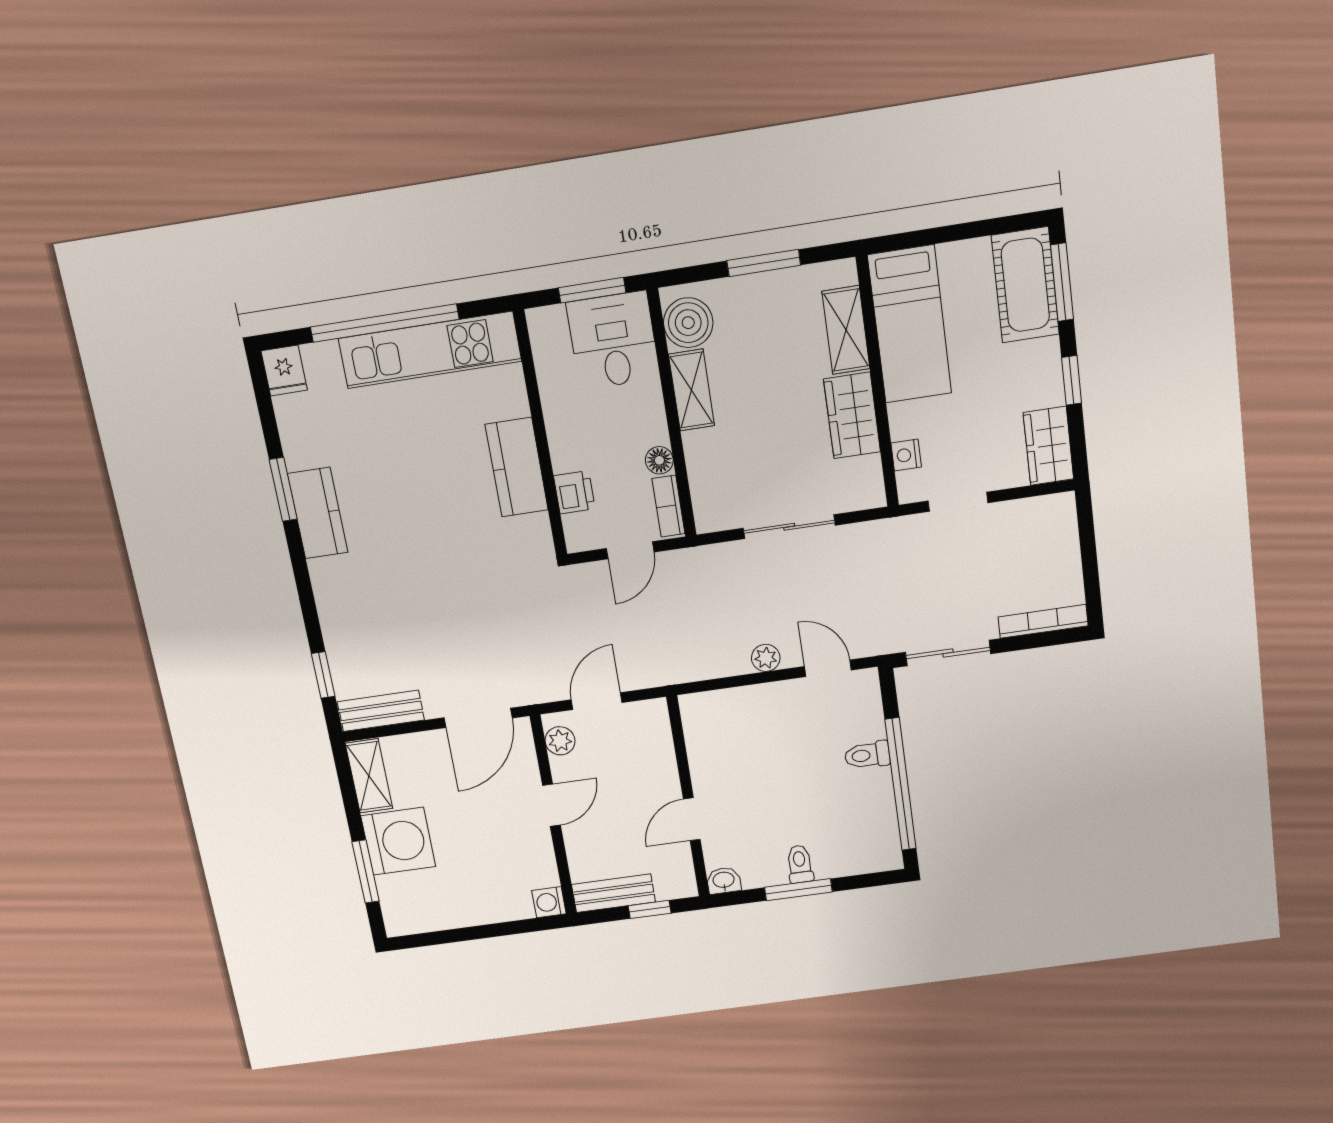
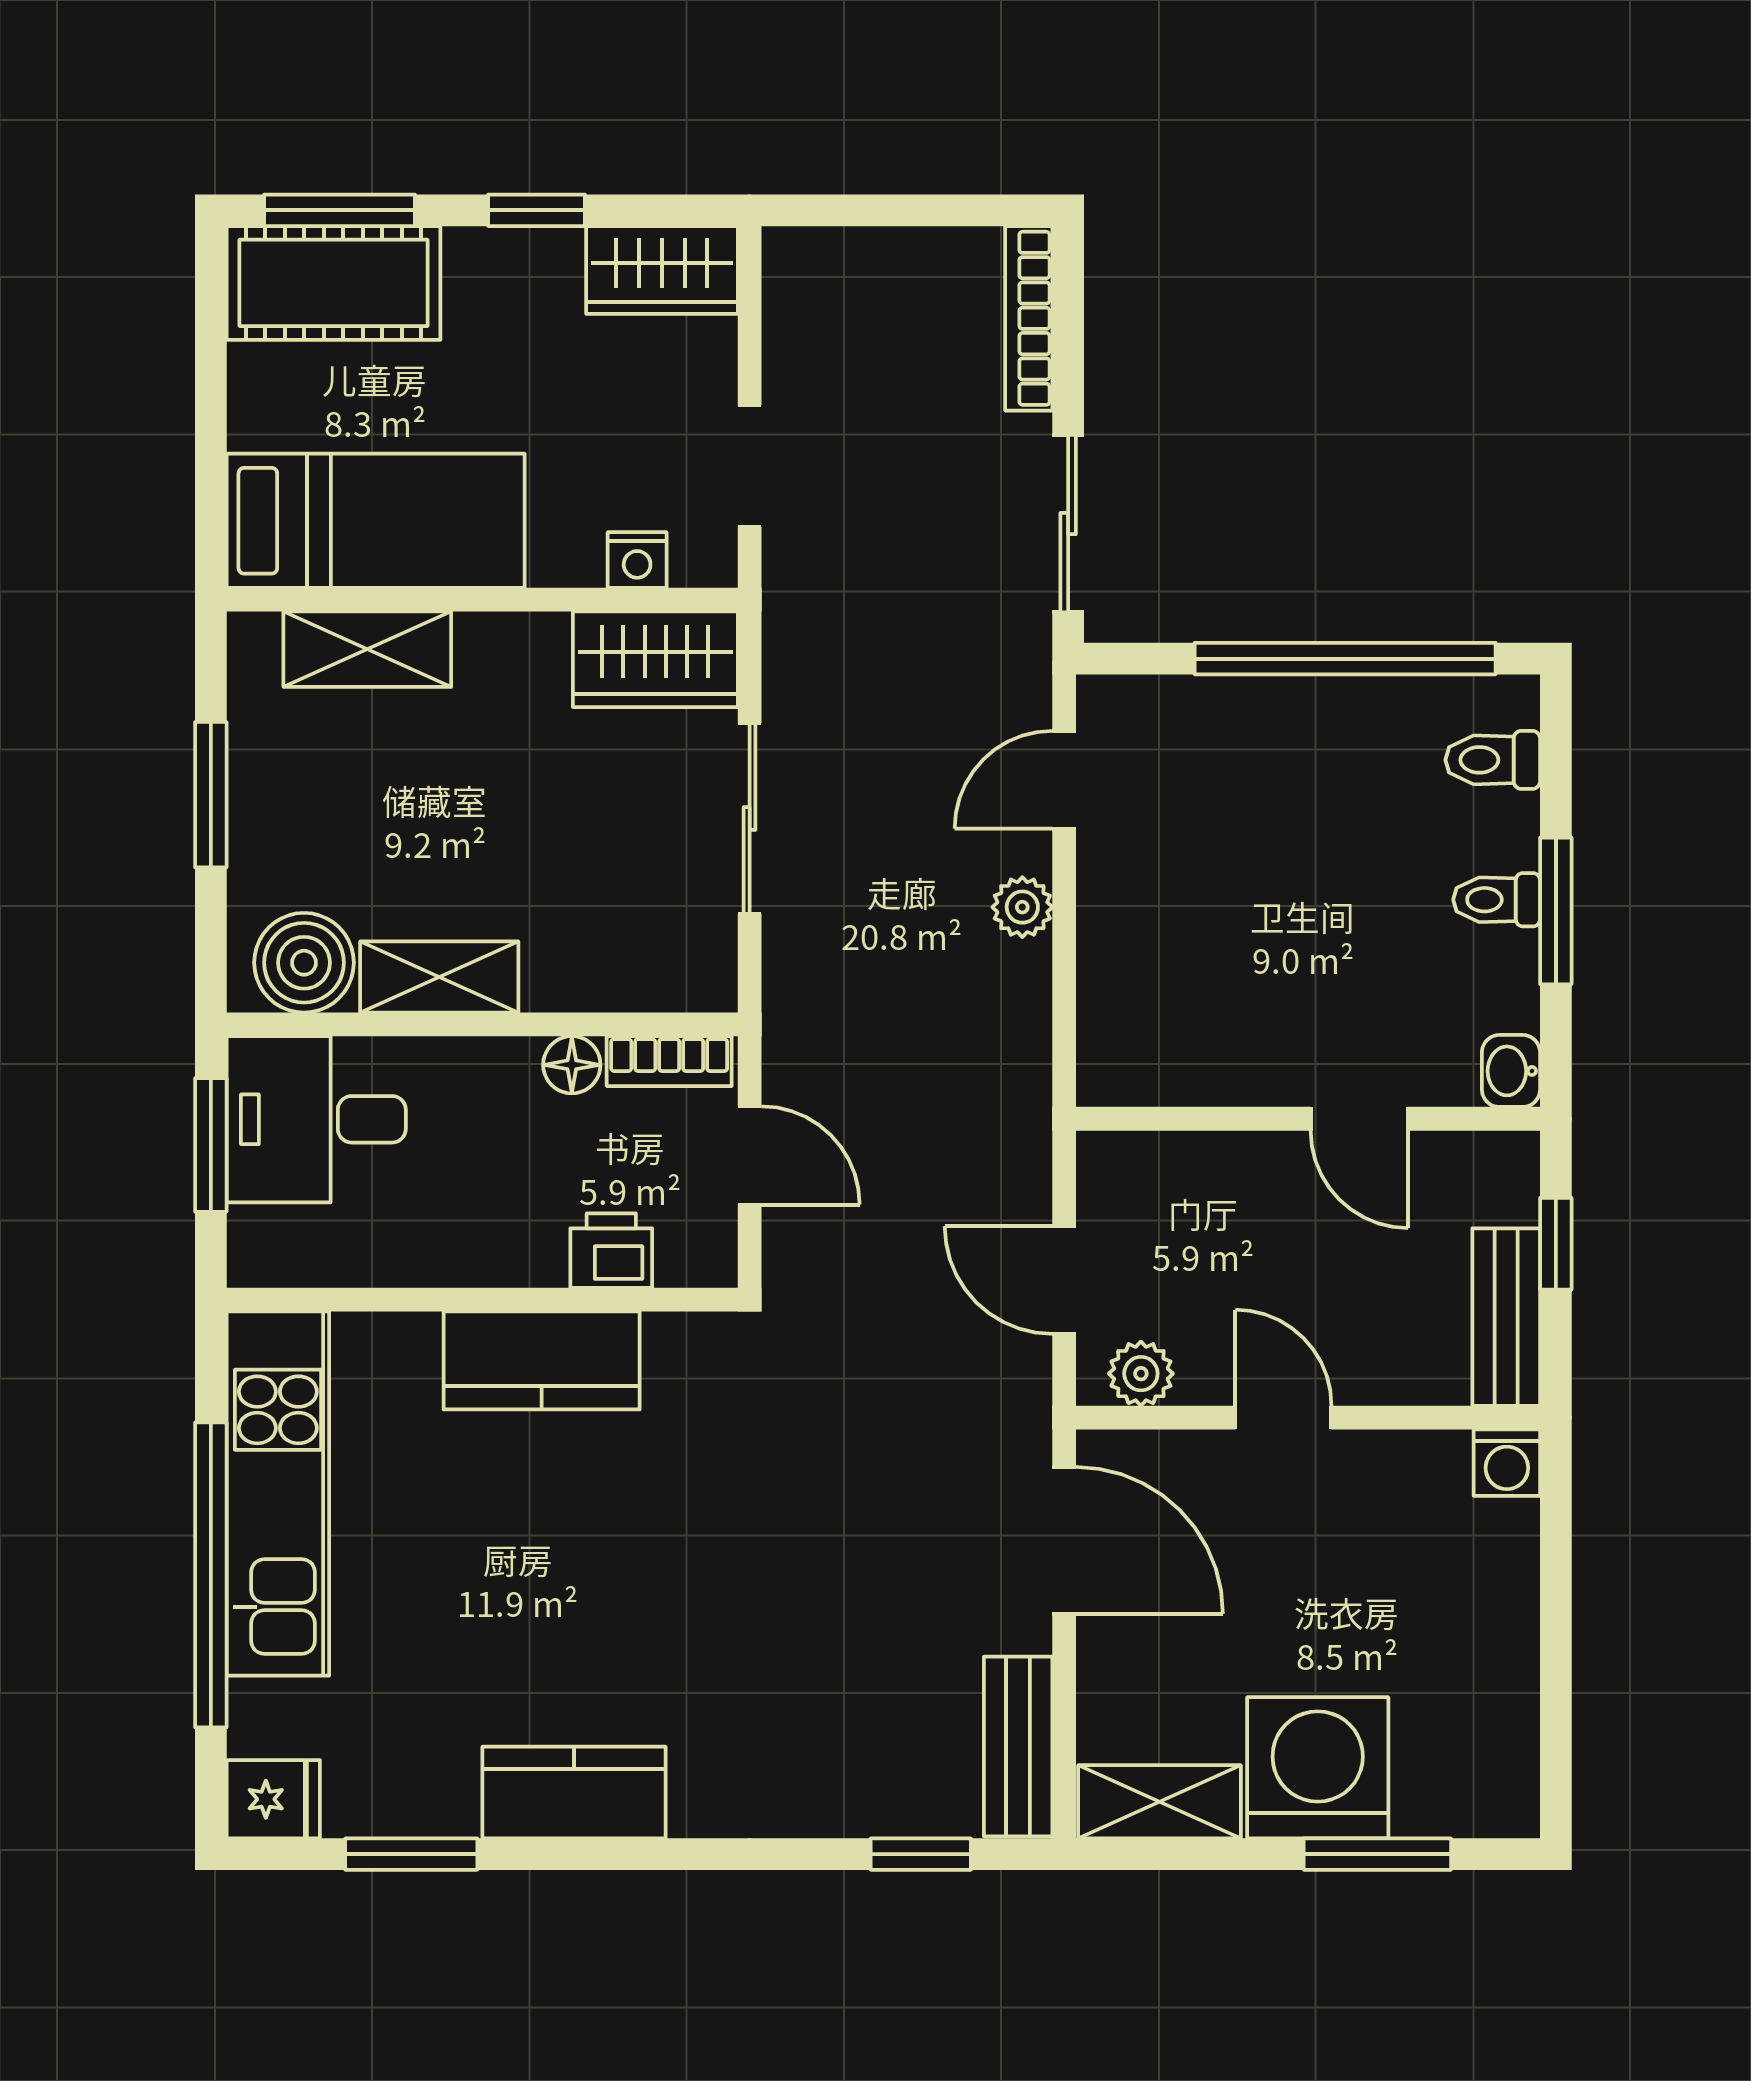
wardrobe: (852, 416) -> (655, 659), moved
window: (283, 489) -> (411, 1854), moved
toilet: (867, 755) -> (1493, 760), moved, turned 90

